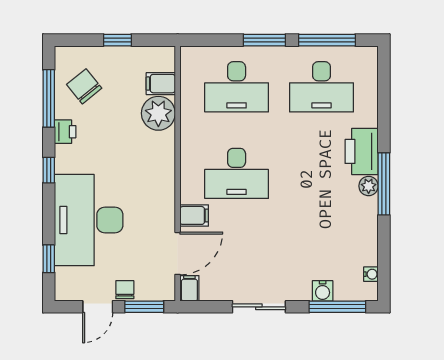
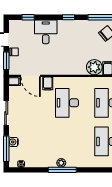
printer: (65, 132) -> (86, 25), removed
printer: (362, 151) -> (77, 160), removed
desk: (89, 220) -> (46, 32), width x0.53, depth x0.77

